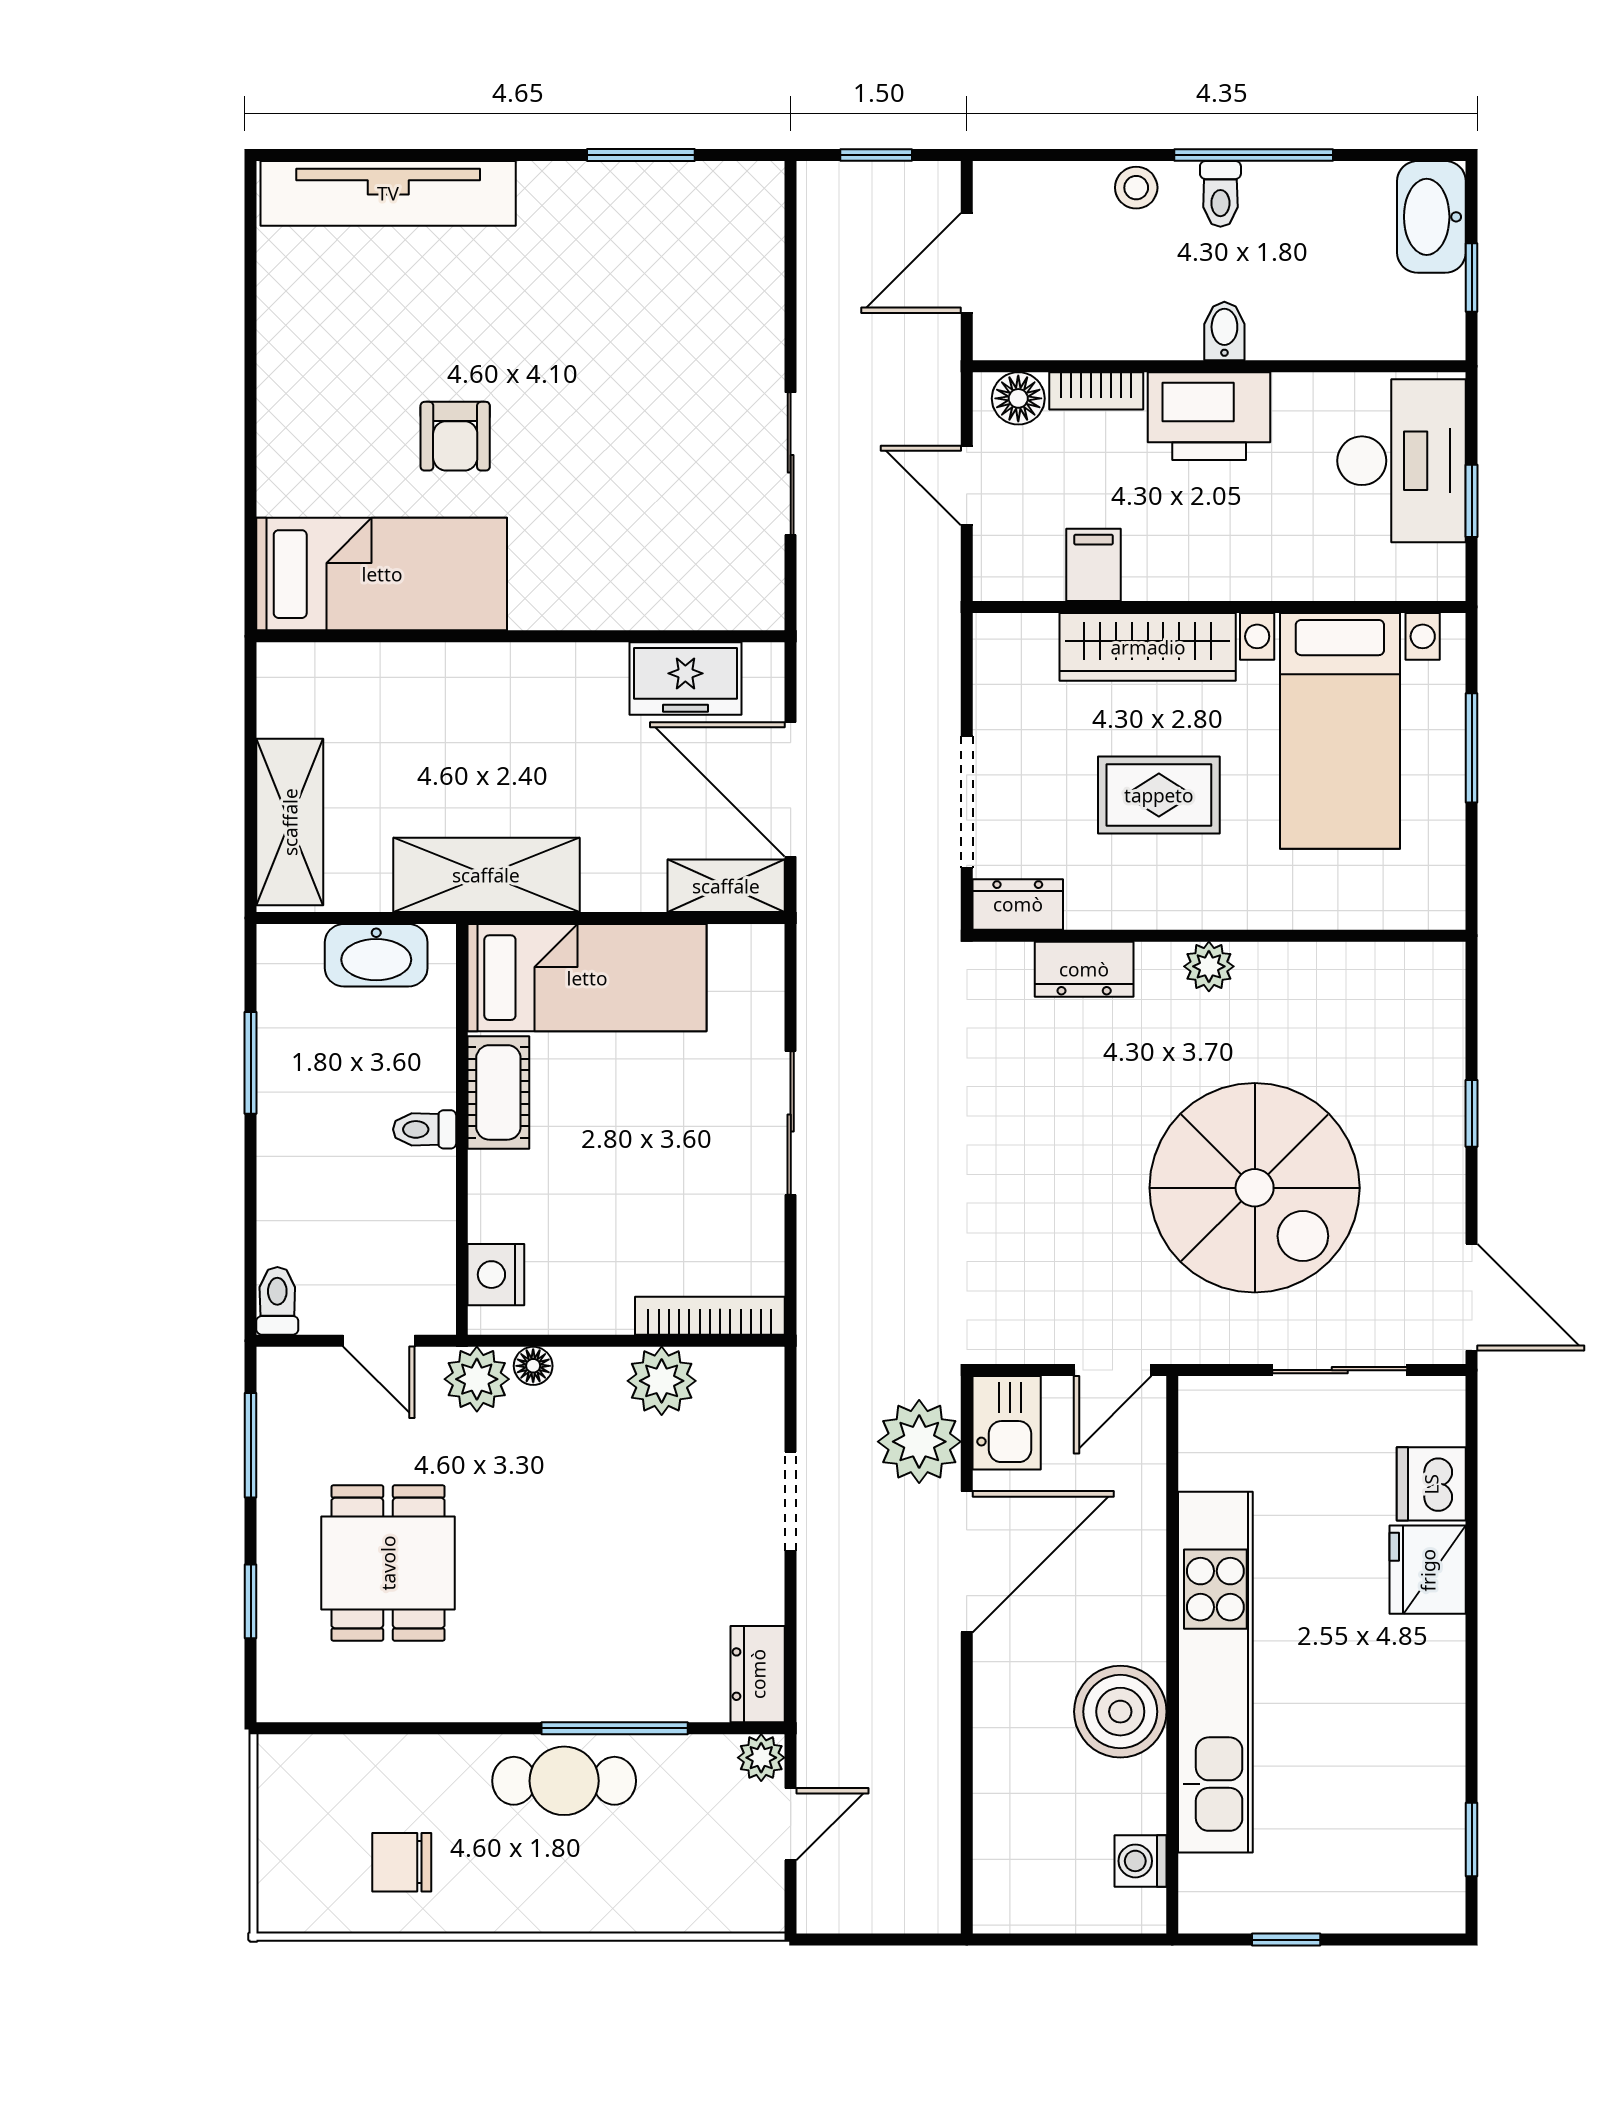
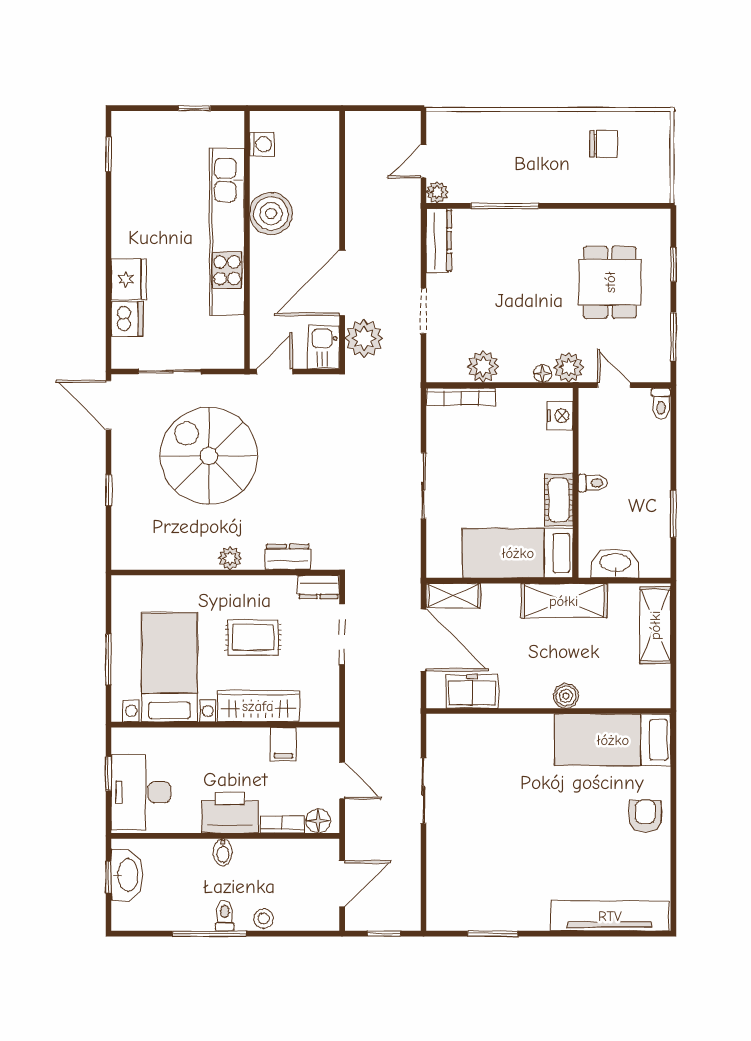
washbasin: (1431, 217) -> (127, 875), moved
armchair: (455, 436) -> (645, 816), moved
boiler: (483, 669) -> (566, 696), added
dresser: (758, 1674) -> (439, 241), width x1.44
cafe table: (564, 1781) -> (528, 182), removed

